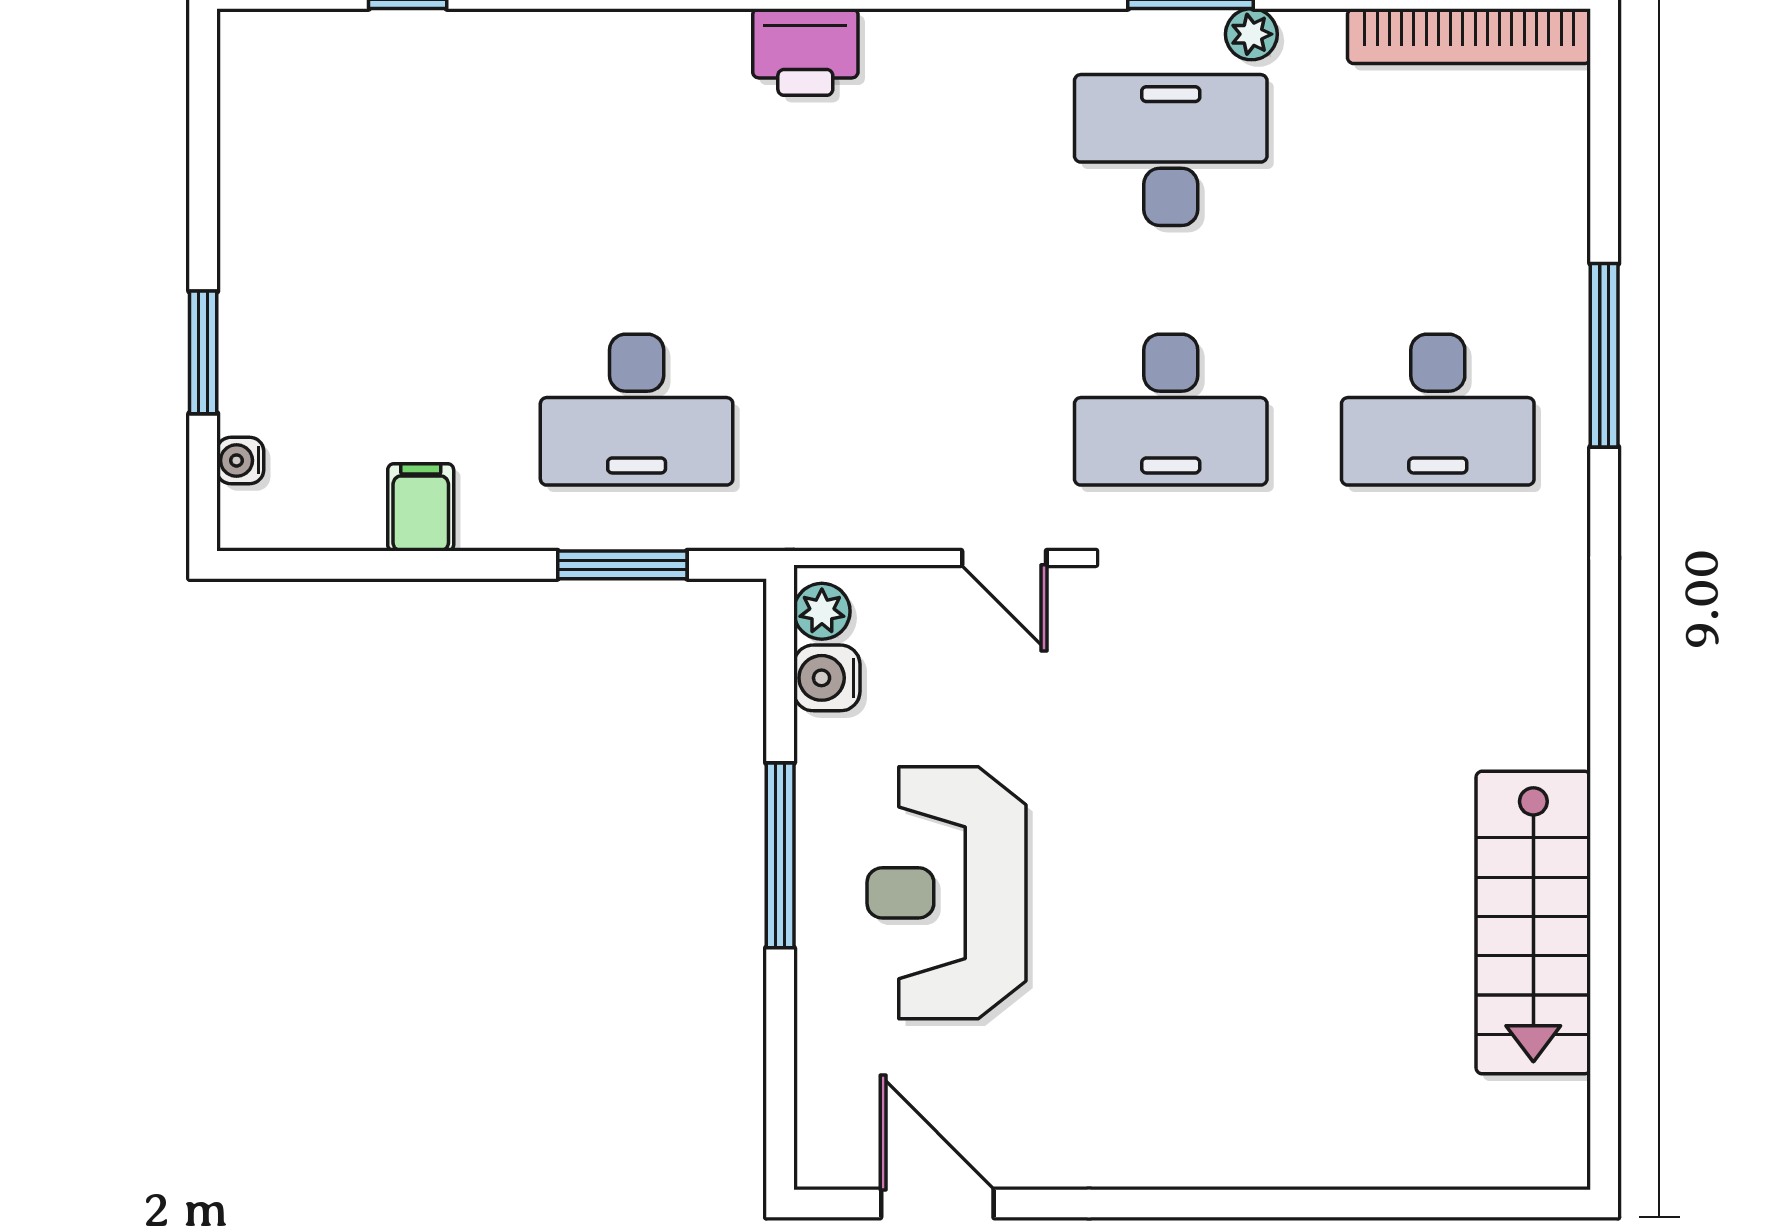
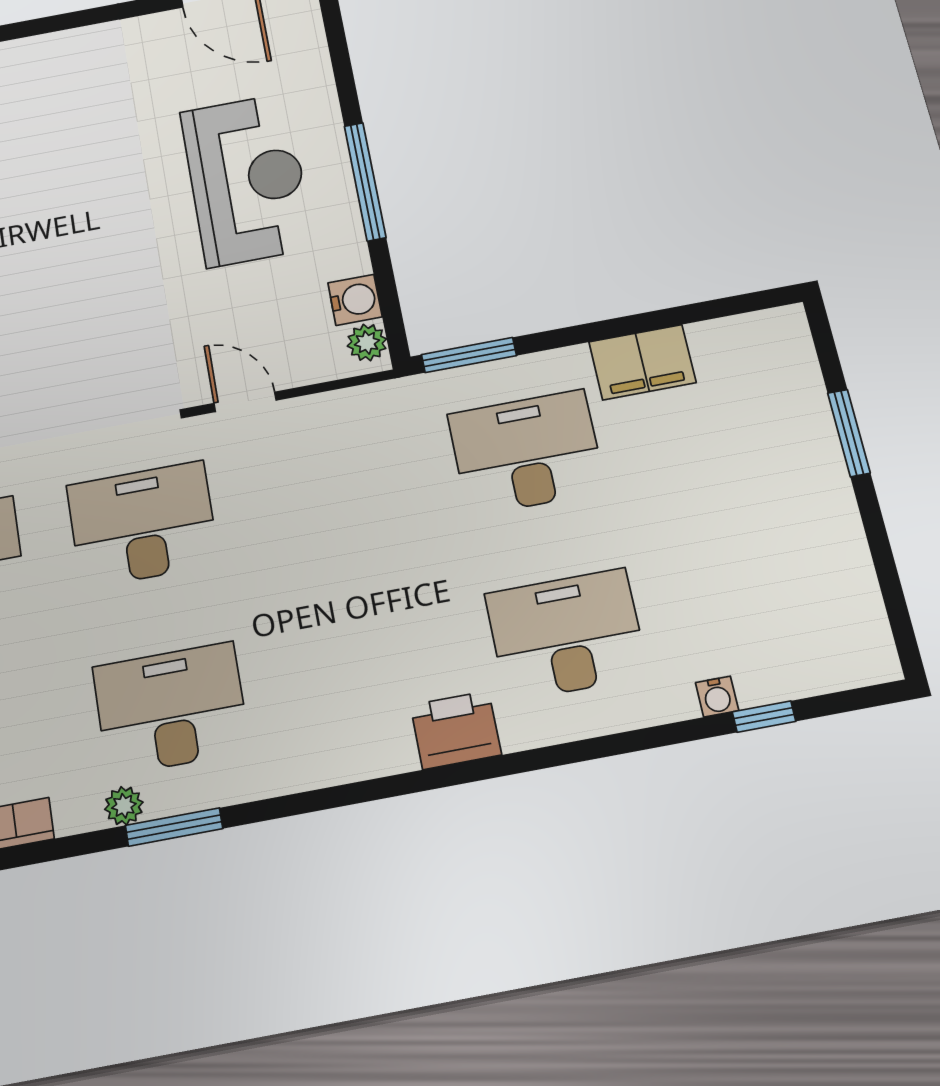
desk: (637, 150) -> (566, 635), added
desk: (1171, 150) -> (171, 709), turned 180
water cooler: (240, 460) -> (717, 697), moved, turned 90
filing cabinet: (421, 507) -> (642, 362), width x2.00
window: (622, 565) -> (469, 355), moved

